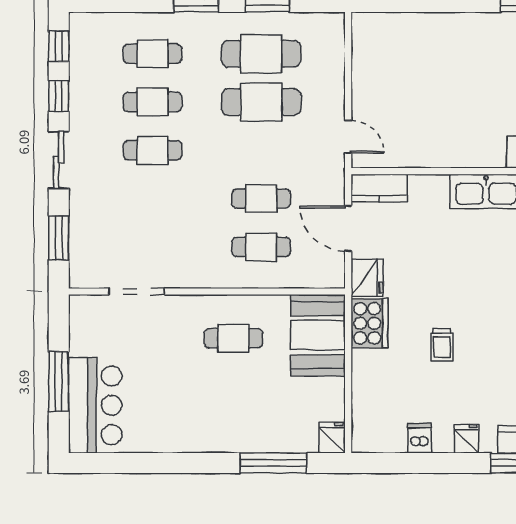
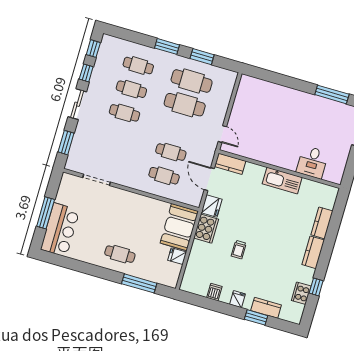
cafe table: (233, 338) -> (120, 254), moved
fridge: (332, 438) -> (177, 256), moved, turned -90

